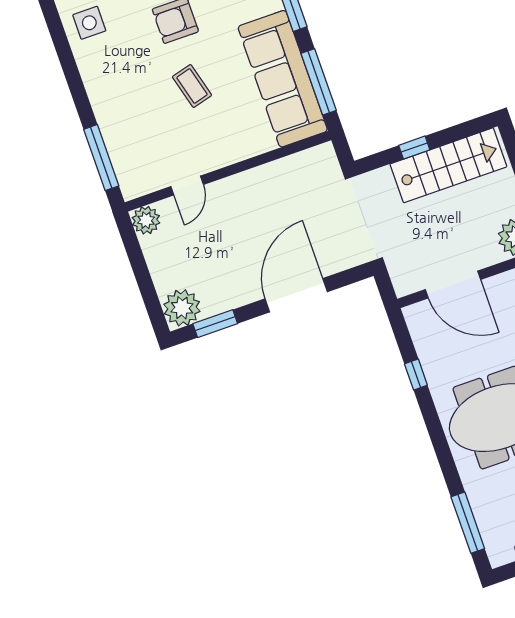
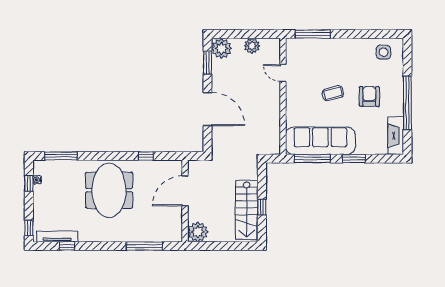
window: (414, 148) -> (262, 207), moved
plant: (146, 220) -> (252, 46), moved

